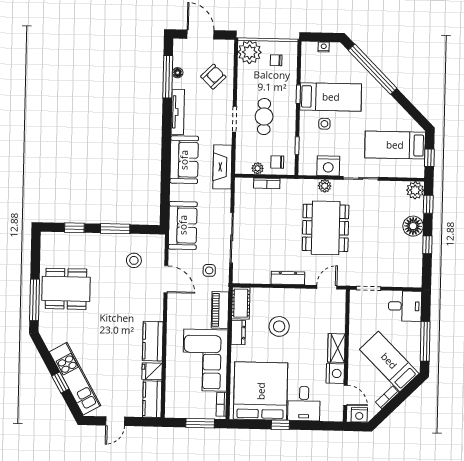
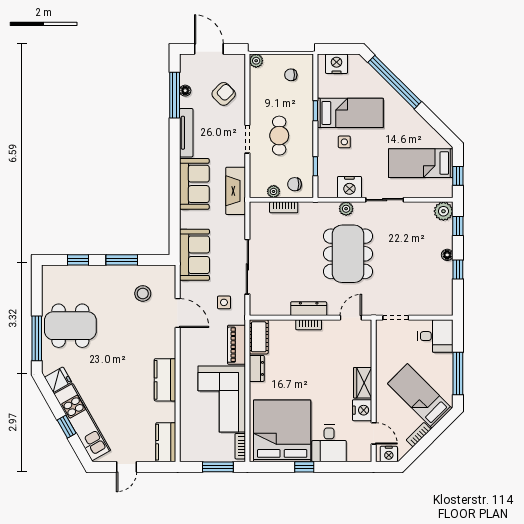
nightstand: (324, 47) -> (336, 64), width x1.89, depth x1.79
plant: (250, 52) -> (256, 61), width x0.53, depth x0.53
floor lamp: (413, 226) -> (447, 255), width x0.53, depth x0.53
bookcase: (287, 293) -> (309, 325), added
stool: (279, 326) -> (301, 361), removed
fridge: (152, 371) -> (58, 380), moved, turned 150

